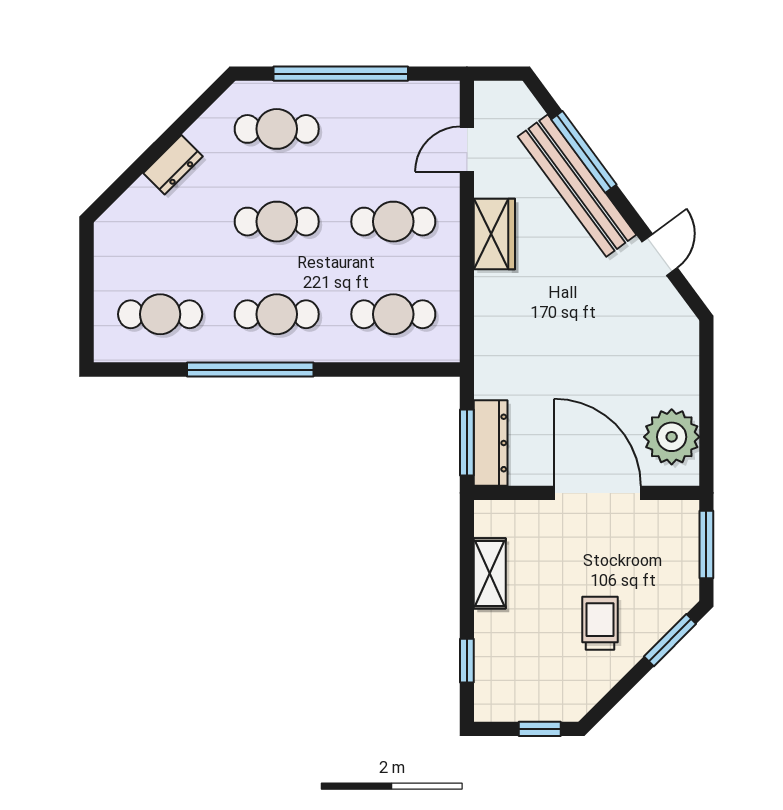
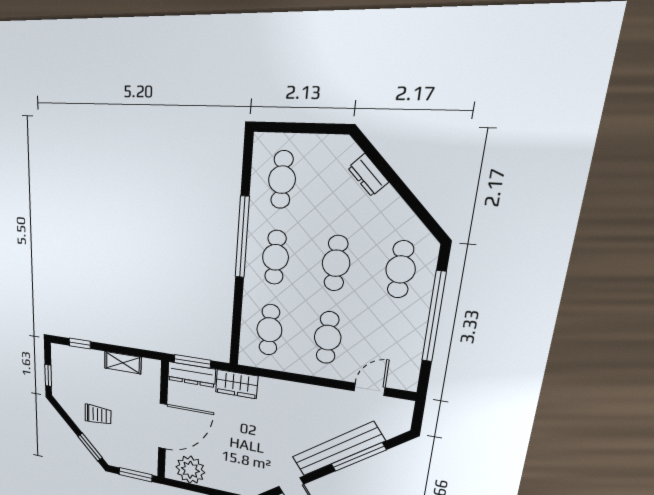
door: (467, 149) -> (370, 389), hinge flipped
dresser: (173, 165) -> (368, 175), moved
wardrobe: (494, 234) -> (237, 384), moved

